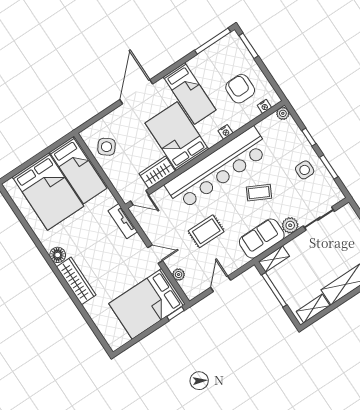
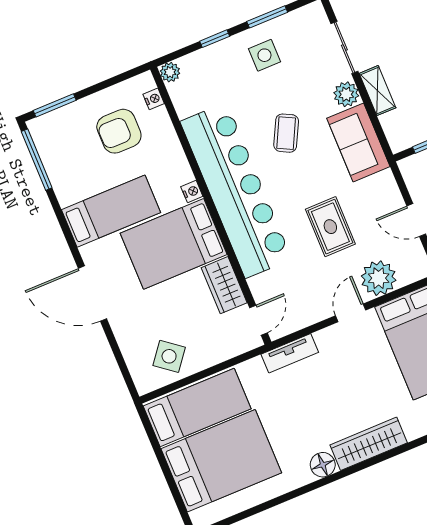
nightstand: (225, 132) -> (192, 192), moved
shelving: (274, 259) -> (377, 91), moved
plant: (179, 275) -> (379, 278), width x1.87, depth x1.87

